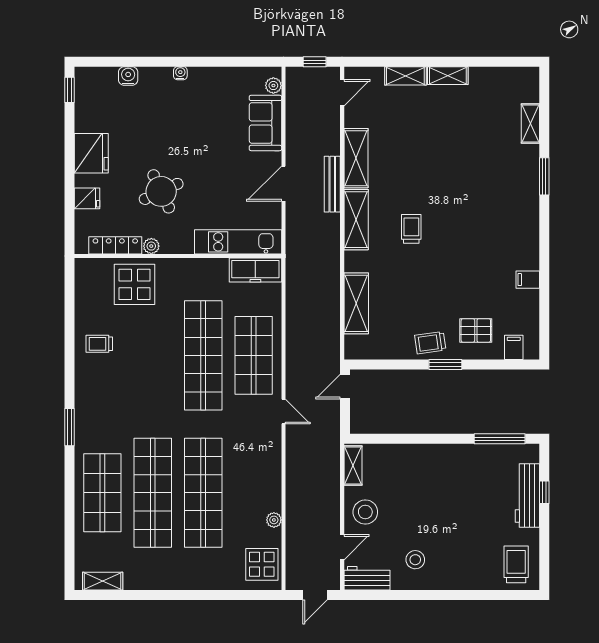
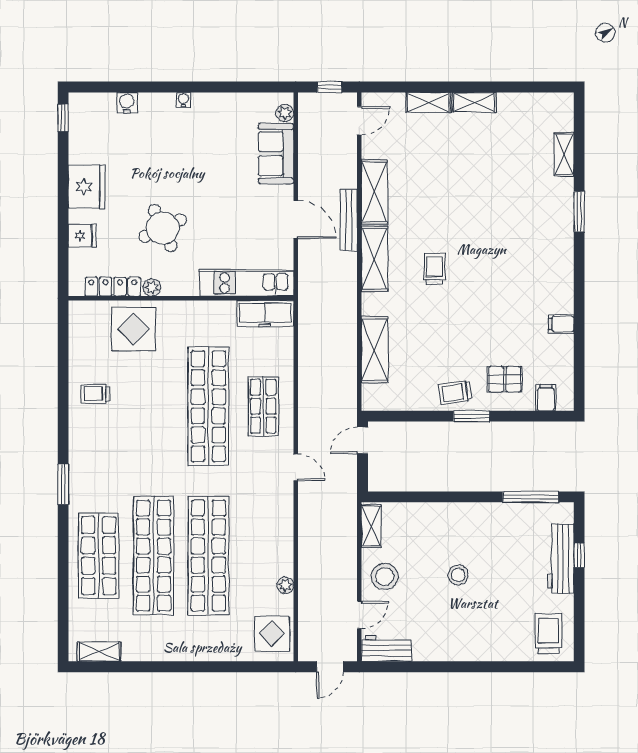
door: (283, 184) -> (296, 220), swing flipped
shop shelf: (254, 355) -> (263, 406), width x0.70, depth x0.74
stool: (415, 560) -> (458, 575), moved

